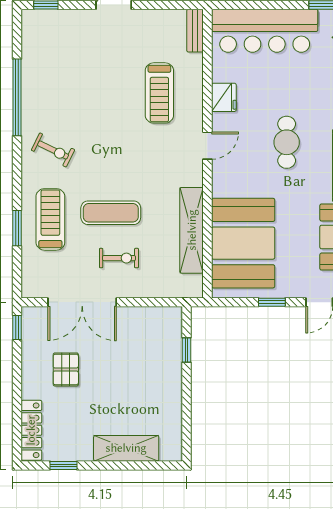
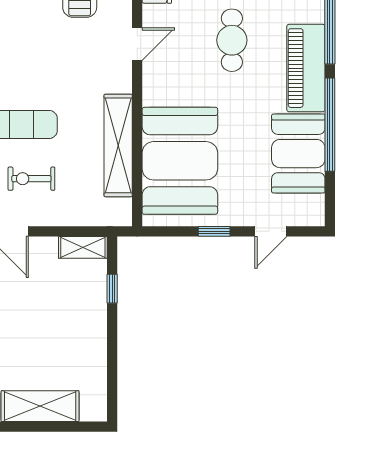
exercise bike: (119, 258) -> (31, 179), turned 180
shelving: (162, 316) -> (83, 247), added

